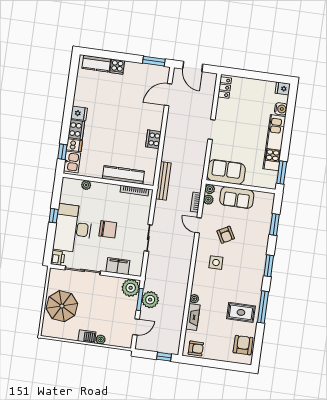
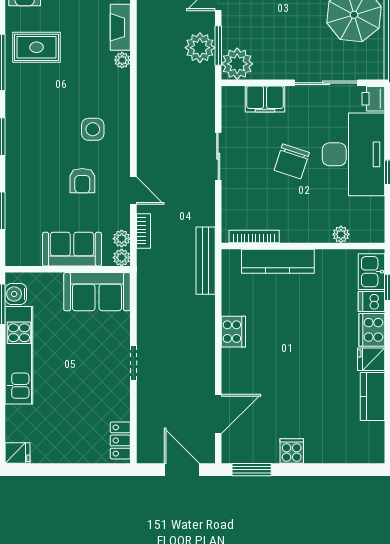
kitchen counter: (96, 64) -> (372, 397), moved, turned -90
cooker: (117, 67) -> (292, 451), moved
water cooler: (281, 109) -> (16, 294), moved
chair: (108, 229) -> (292, 161), turned -72
armchair: (226, 235) -> (82, 181), turned -151

